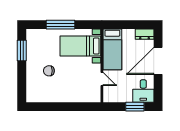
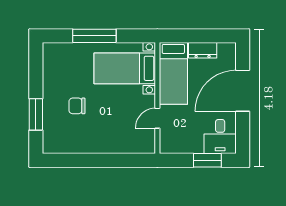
dresser: (145, 34) -> (203, 50), moved
window: (22, 50) -> (36, 114), moved
door: (102, 79) -> (157, 118), swing flipped

